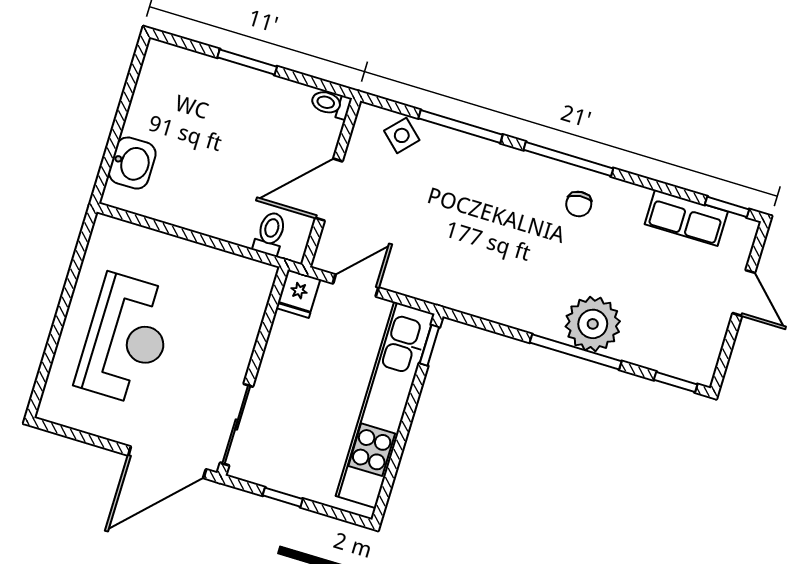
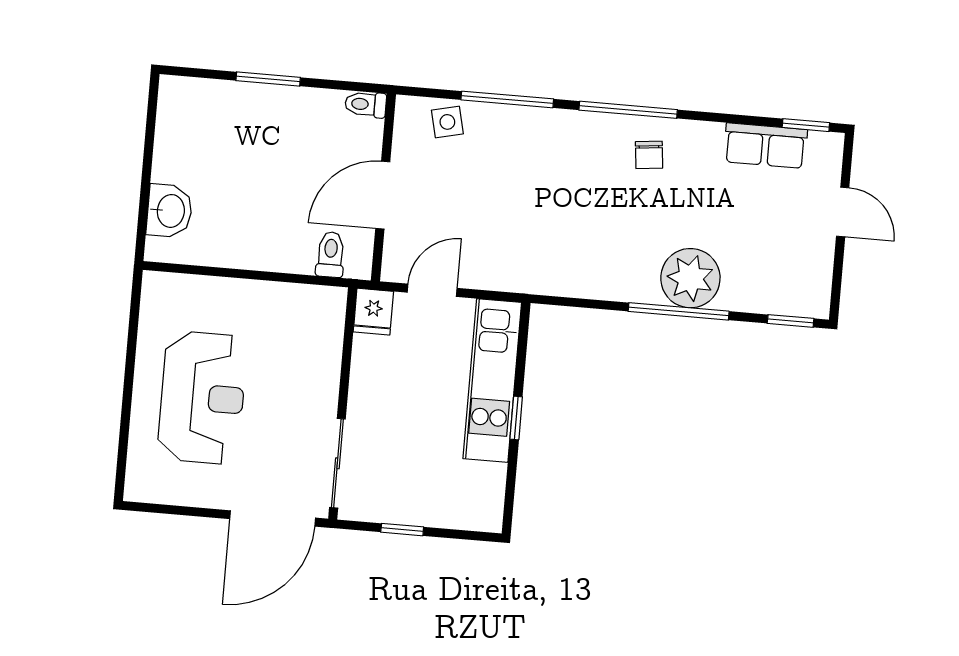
side table: (402, 135) -> (447, 122), turned 34
window: (429, 345) -> (516, 418), moved
kitchen unit: (385, 405) -> (492, 380), width x0.73

